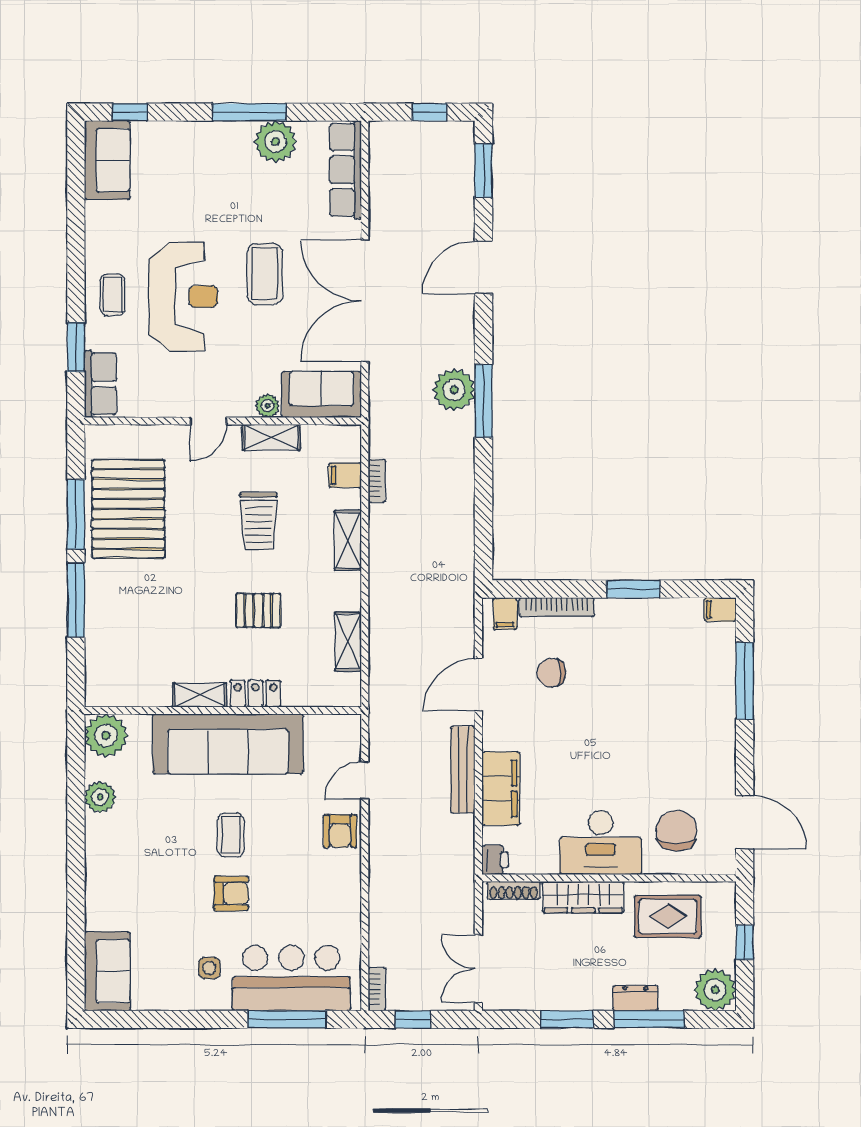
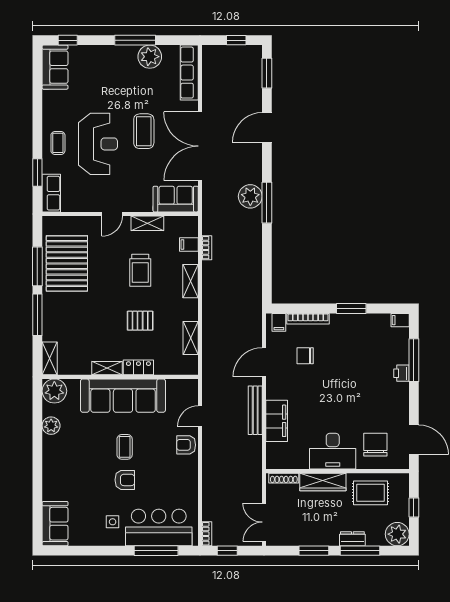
plant: (268, 406) -> (145, 205), removed
shelving: (98, 678) -> (50, 358), added
armchair: (340, 831) -> (186, 445), turned 90
printer: (495, 860) -> (401, 373), moved, turned 180

